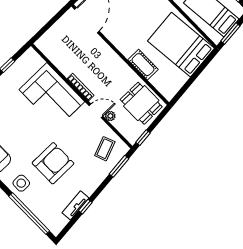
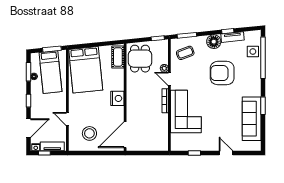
nightstand: (126, 47) -> (117, 98), added
cot: (143, 65) -> (118, 57), moved
side table: (21, 183) -> (253, 52), moved
floor lamp: (89, 184) -> (214, 42), added

